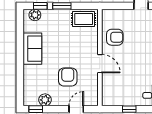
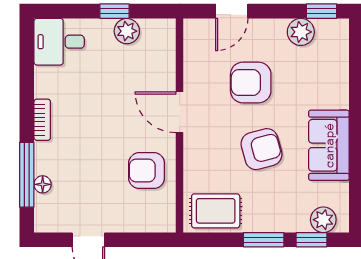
armchair: (63, 47) -> (261, 149), added
armchair: (68, 77) -> (251, 83), turned 90
plant: (124, 100) -> (127, 31), added

